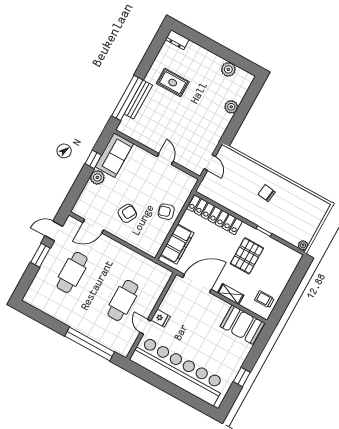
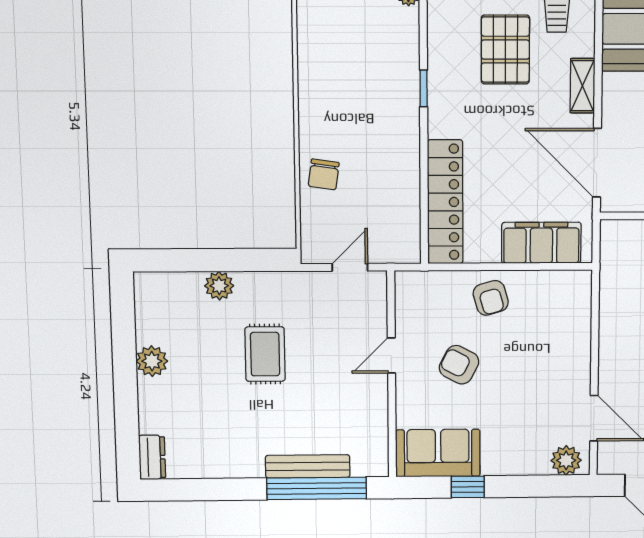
plant: (228, 69) -> (152, 361), moved
rug: (173, 83) -> (265, 354), moved
plant: (97, 177) -> (566, 460), moved
chair: (267, 193) -> (324, 174), moved
armchair: (127, 213) -> (459, 365), moved
pallet: (247, 256) -> (505, 50), moved, turned 90

